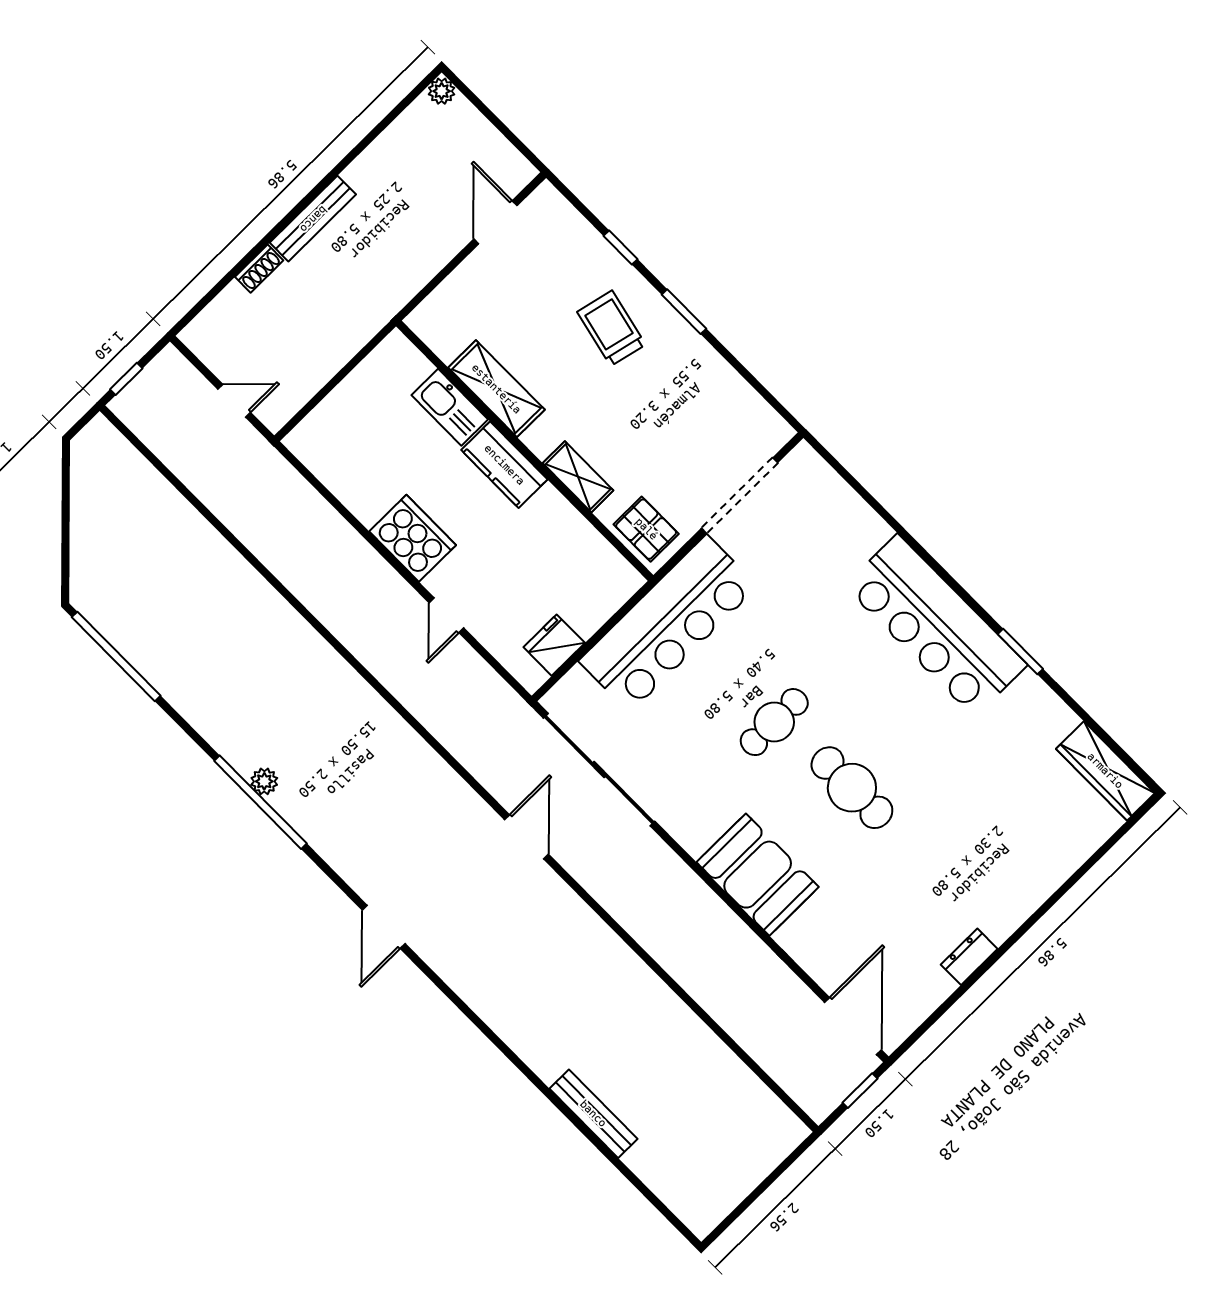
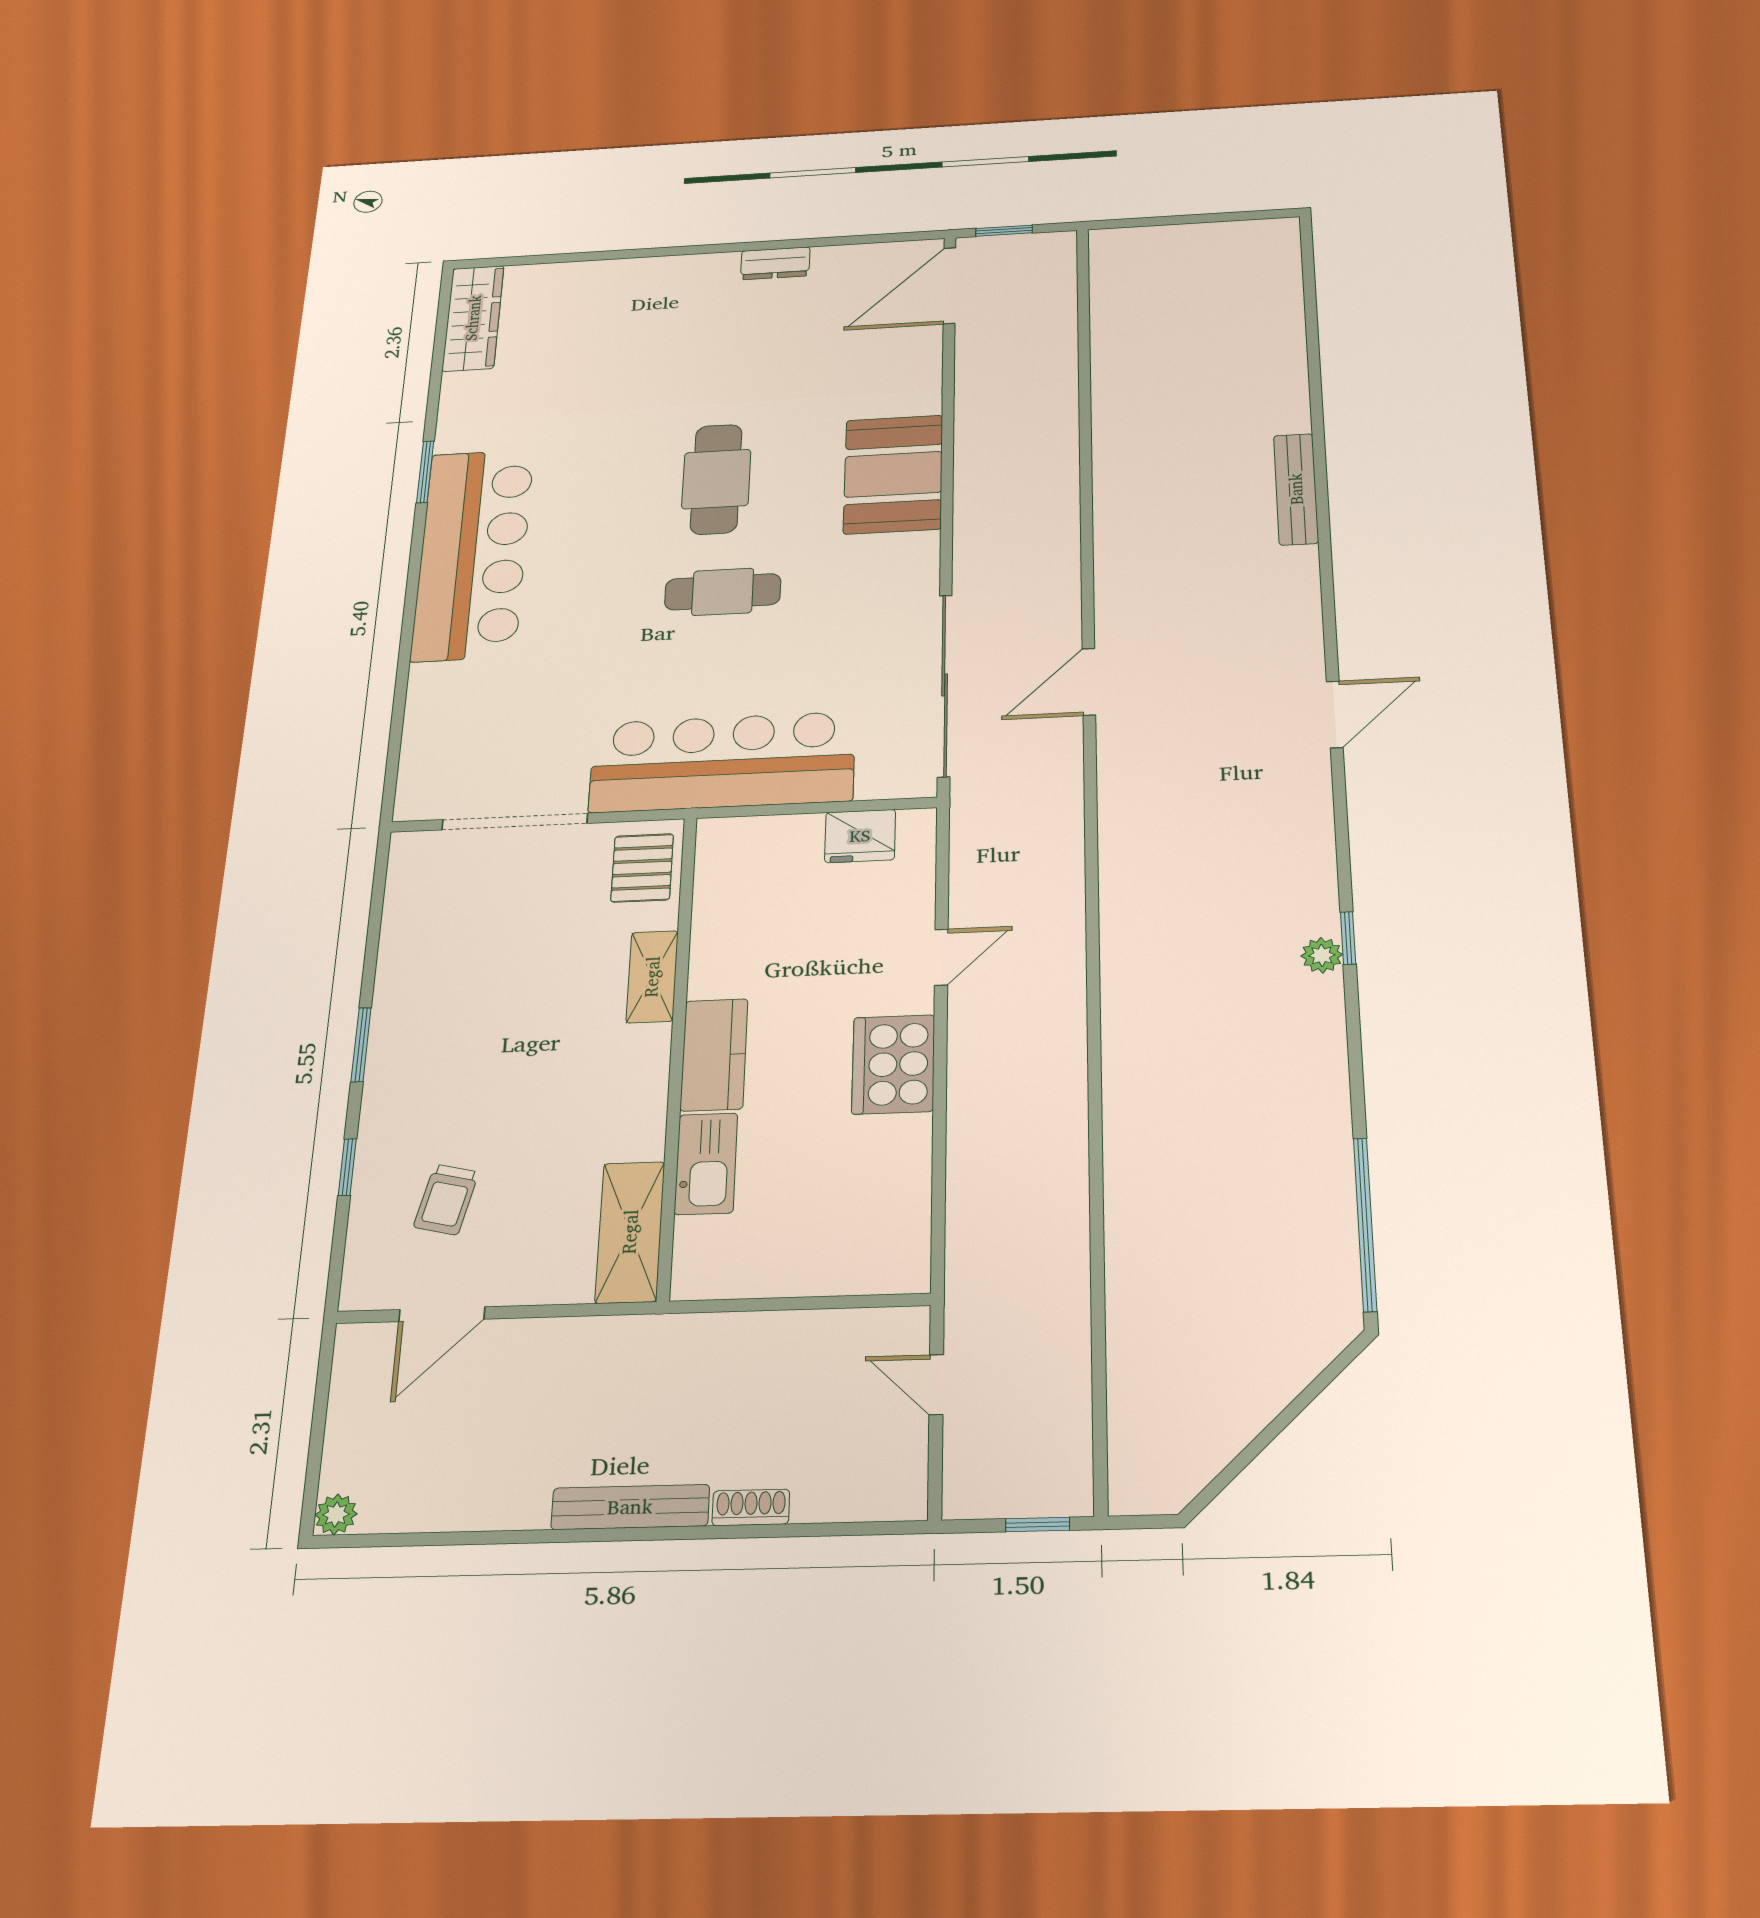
trolley: (611, 328) -> (446, 1200), moved, width x0.73, depth x0.72
shelving: (496, 389) -> (630, 1232), moved
window: (260, 802) -> (1348, 938), width x0.32
bench: (593, 1114) -> (1296, 489), moved

